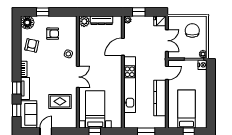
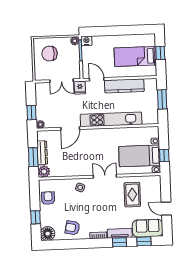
window: (98, 12) -> (33, 157), added
fridge: (160, 21) -> (80, 88), moved
armchair: (53, 34) -> (48, 198), moved
double door: (167, 41) -> (62, 81), swing flipped
door: (123, 47) -> (70, 128), hinge flipped

